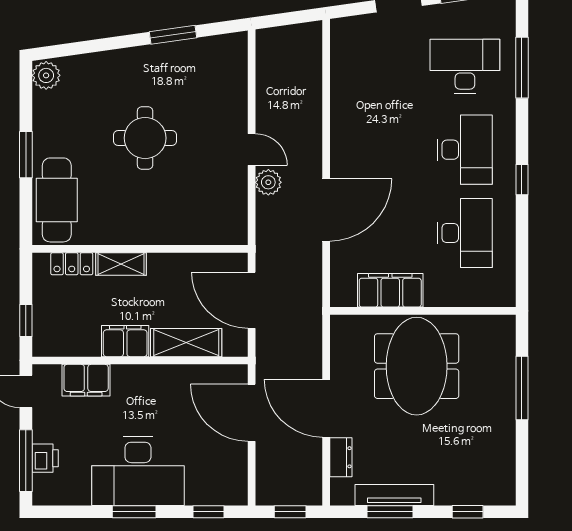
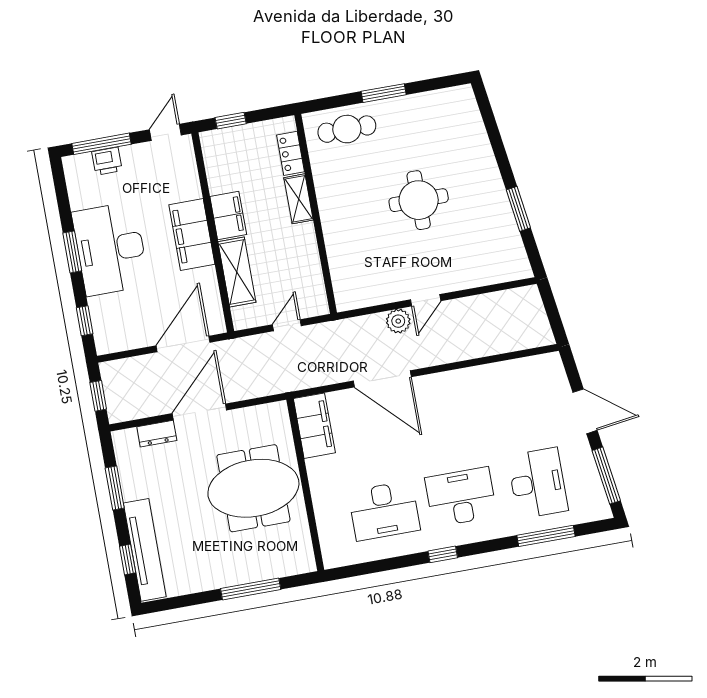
plant: (46, 75) -> (460, 99), removed
desk: (465, 150) -> (461, 497), turned 180
cafe table: (57, 200) -> (347, 129), width x0.73, depth x0.74
filing cabinet: (390, 290) -> (314, 426), moved
door: (252, 300) -> (287, 325), width x0.53
filing cabinet: (86, 380) -> (192, 234), moved, width x1.50, depth x1.17
tv unit: (394, 495) -> (145, 550), moved, width x1.36, depth x1.29

